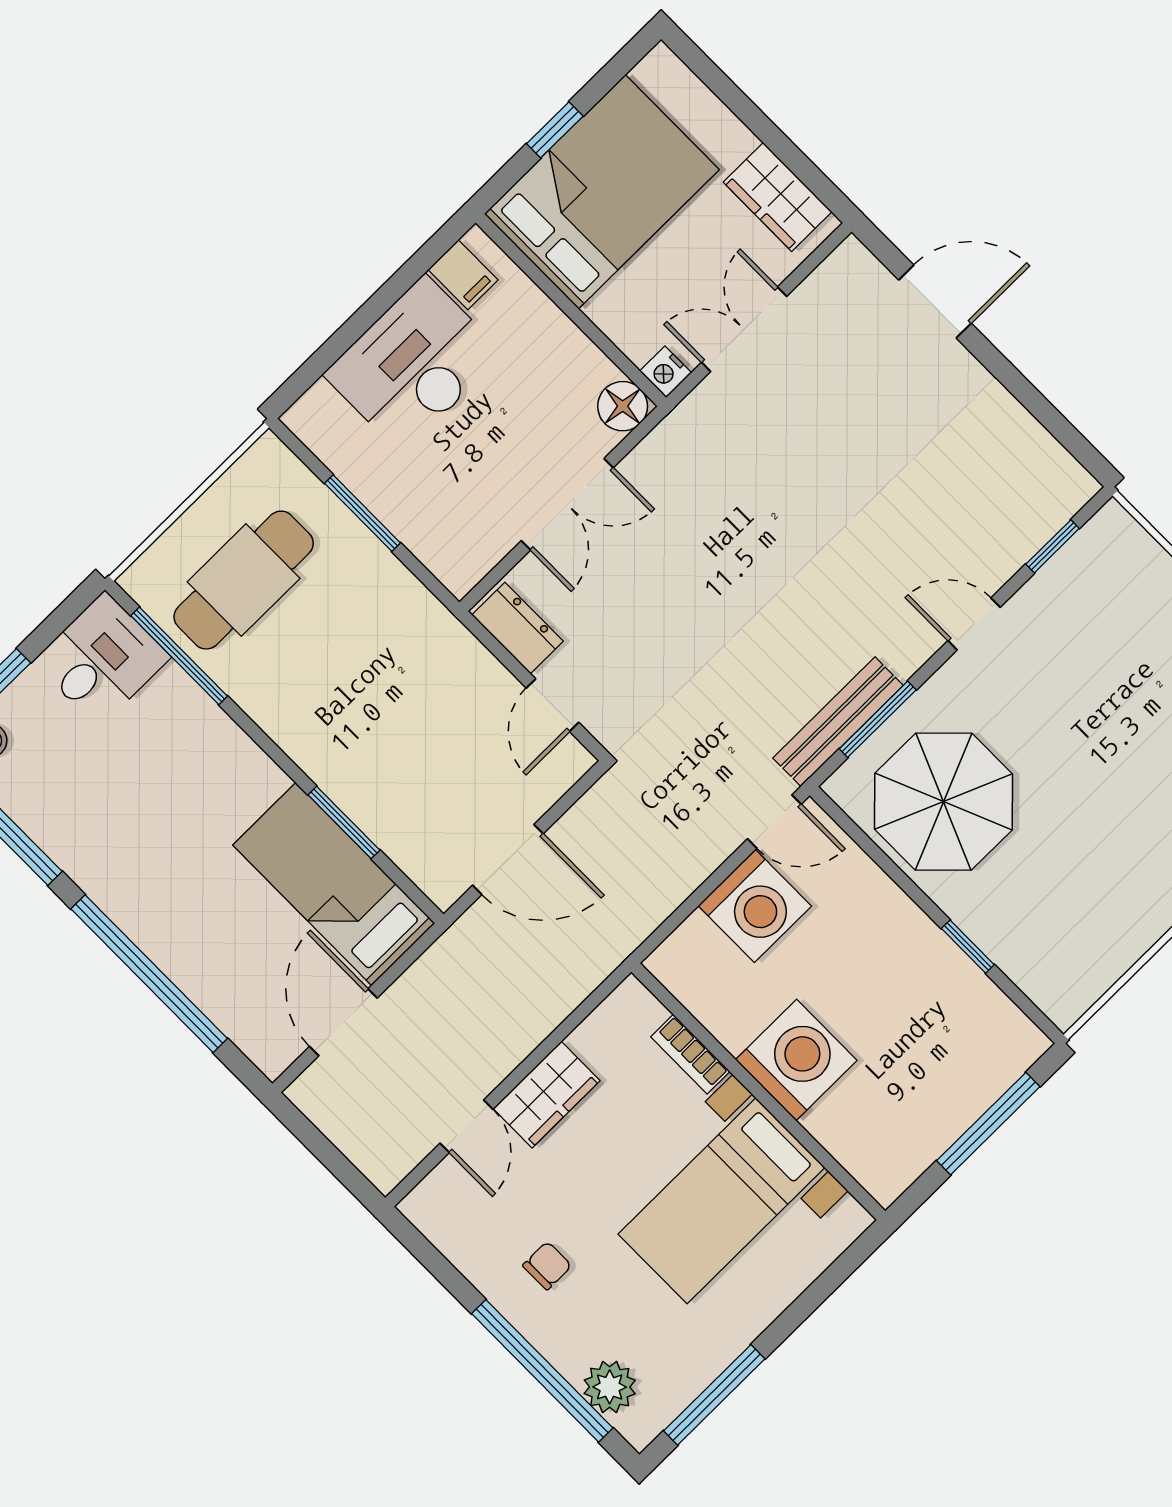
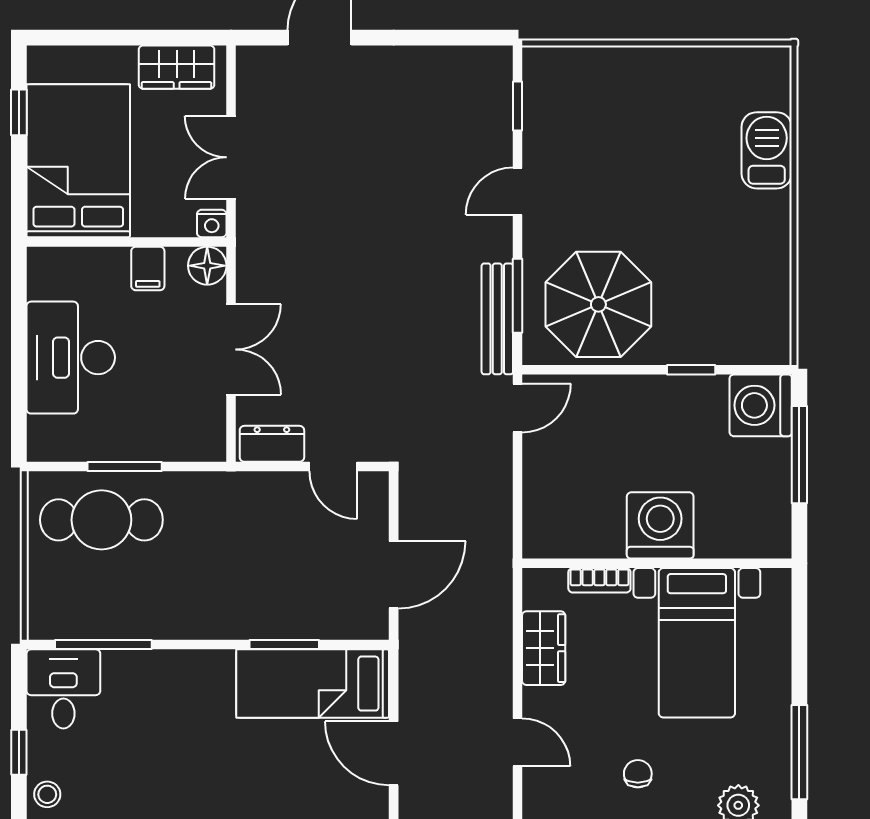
window: (555, 130) -> (19, 112), moved
filing cabinet: (463, 275) -> (148, 269), moved, turned 90
cafe table: (244, 580) -> (101, 520), moved, turned 90
washing machine: (755, 906) -> (761, 405), moved, turned 180
wardrobe: (547, 1095) -> (544, 648), moved

